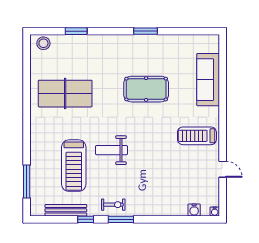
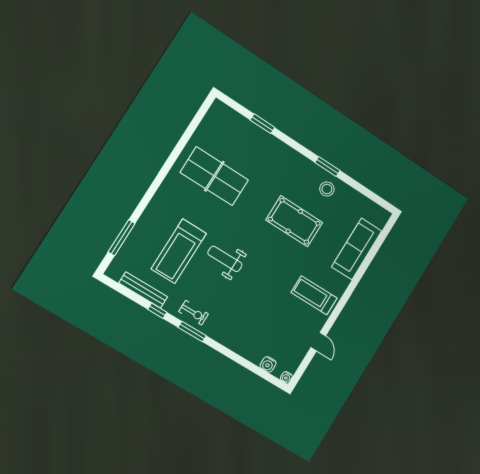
stool: (43, 43) -> (327, 189), moved

